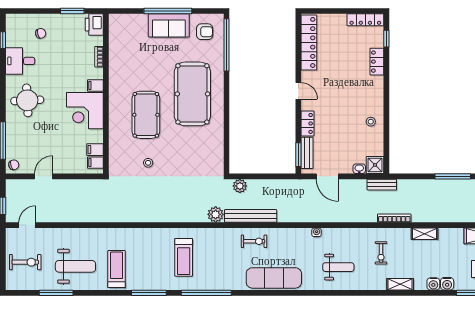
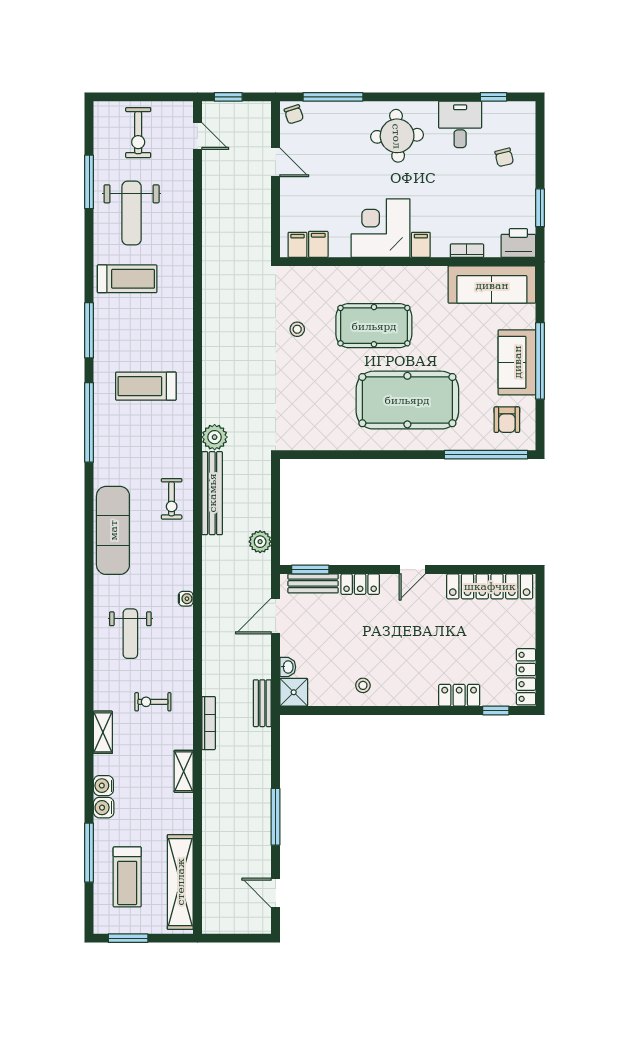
sofa: (120, 41) -> (492, 285), added
plant: (240, 186) -> (260, 542), moved

